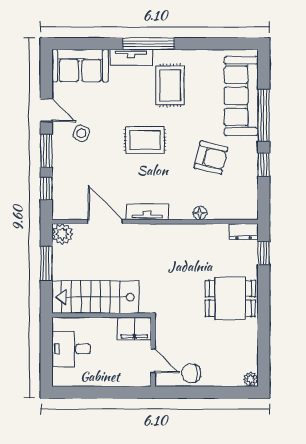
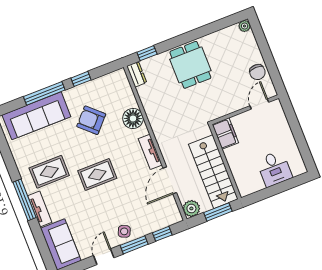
side table: (81, 133) -> (124, 231), moved
rug: (145, 140) -> (97, 175), turned 90
armchair: (211, 158) -> (91, 120), turned -61
floor lamp: (200, 213) -> (133, 118), width x1.89, depth x1.89
stairs: (95, 297) -> (213, 172), moved
wall: (102, 315) -> (225, 162), moved
filing cabinet: (134, 328) -> (225, 133), moved

